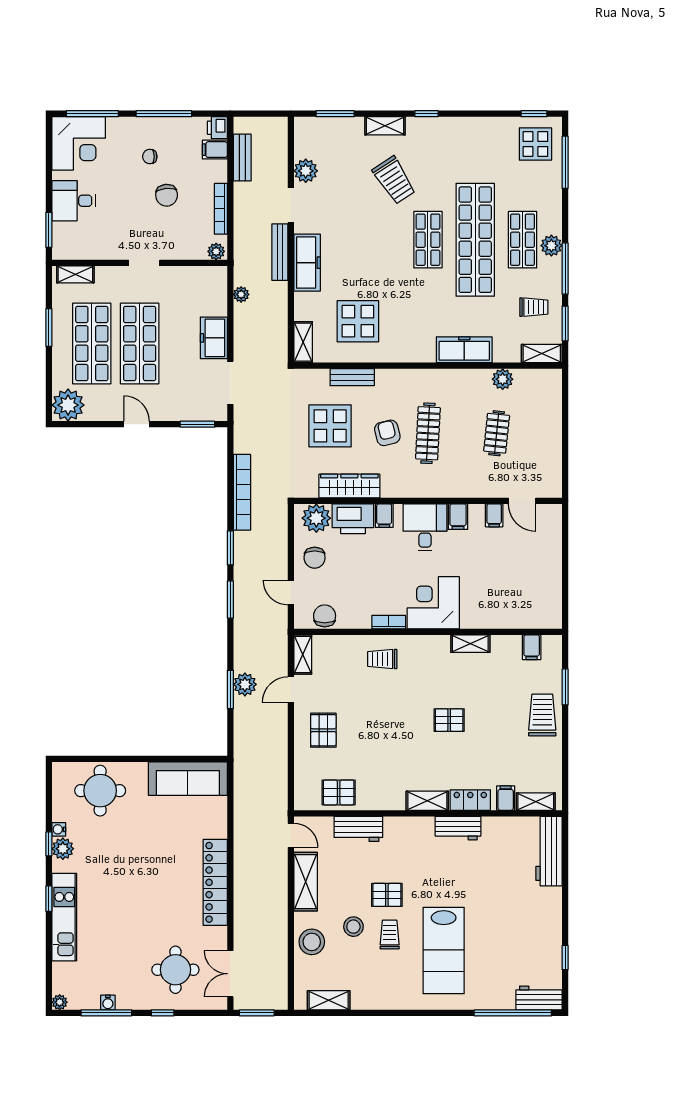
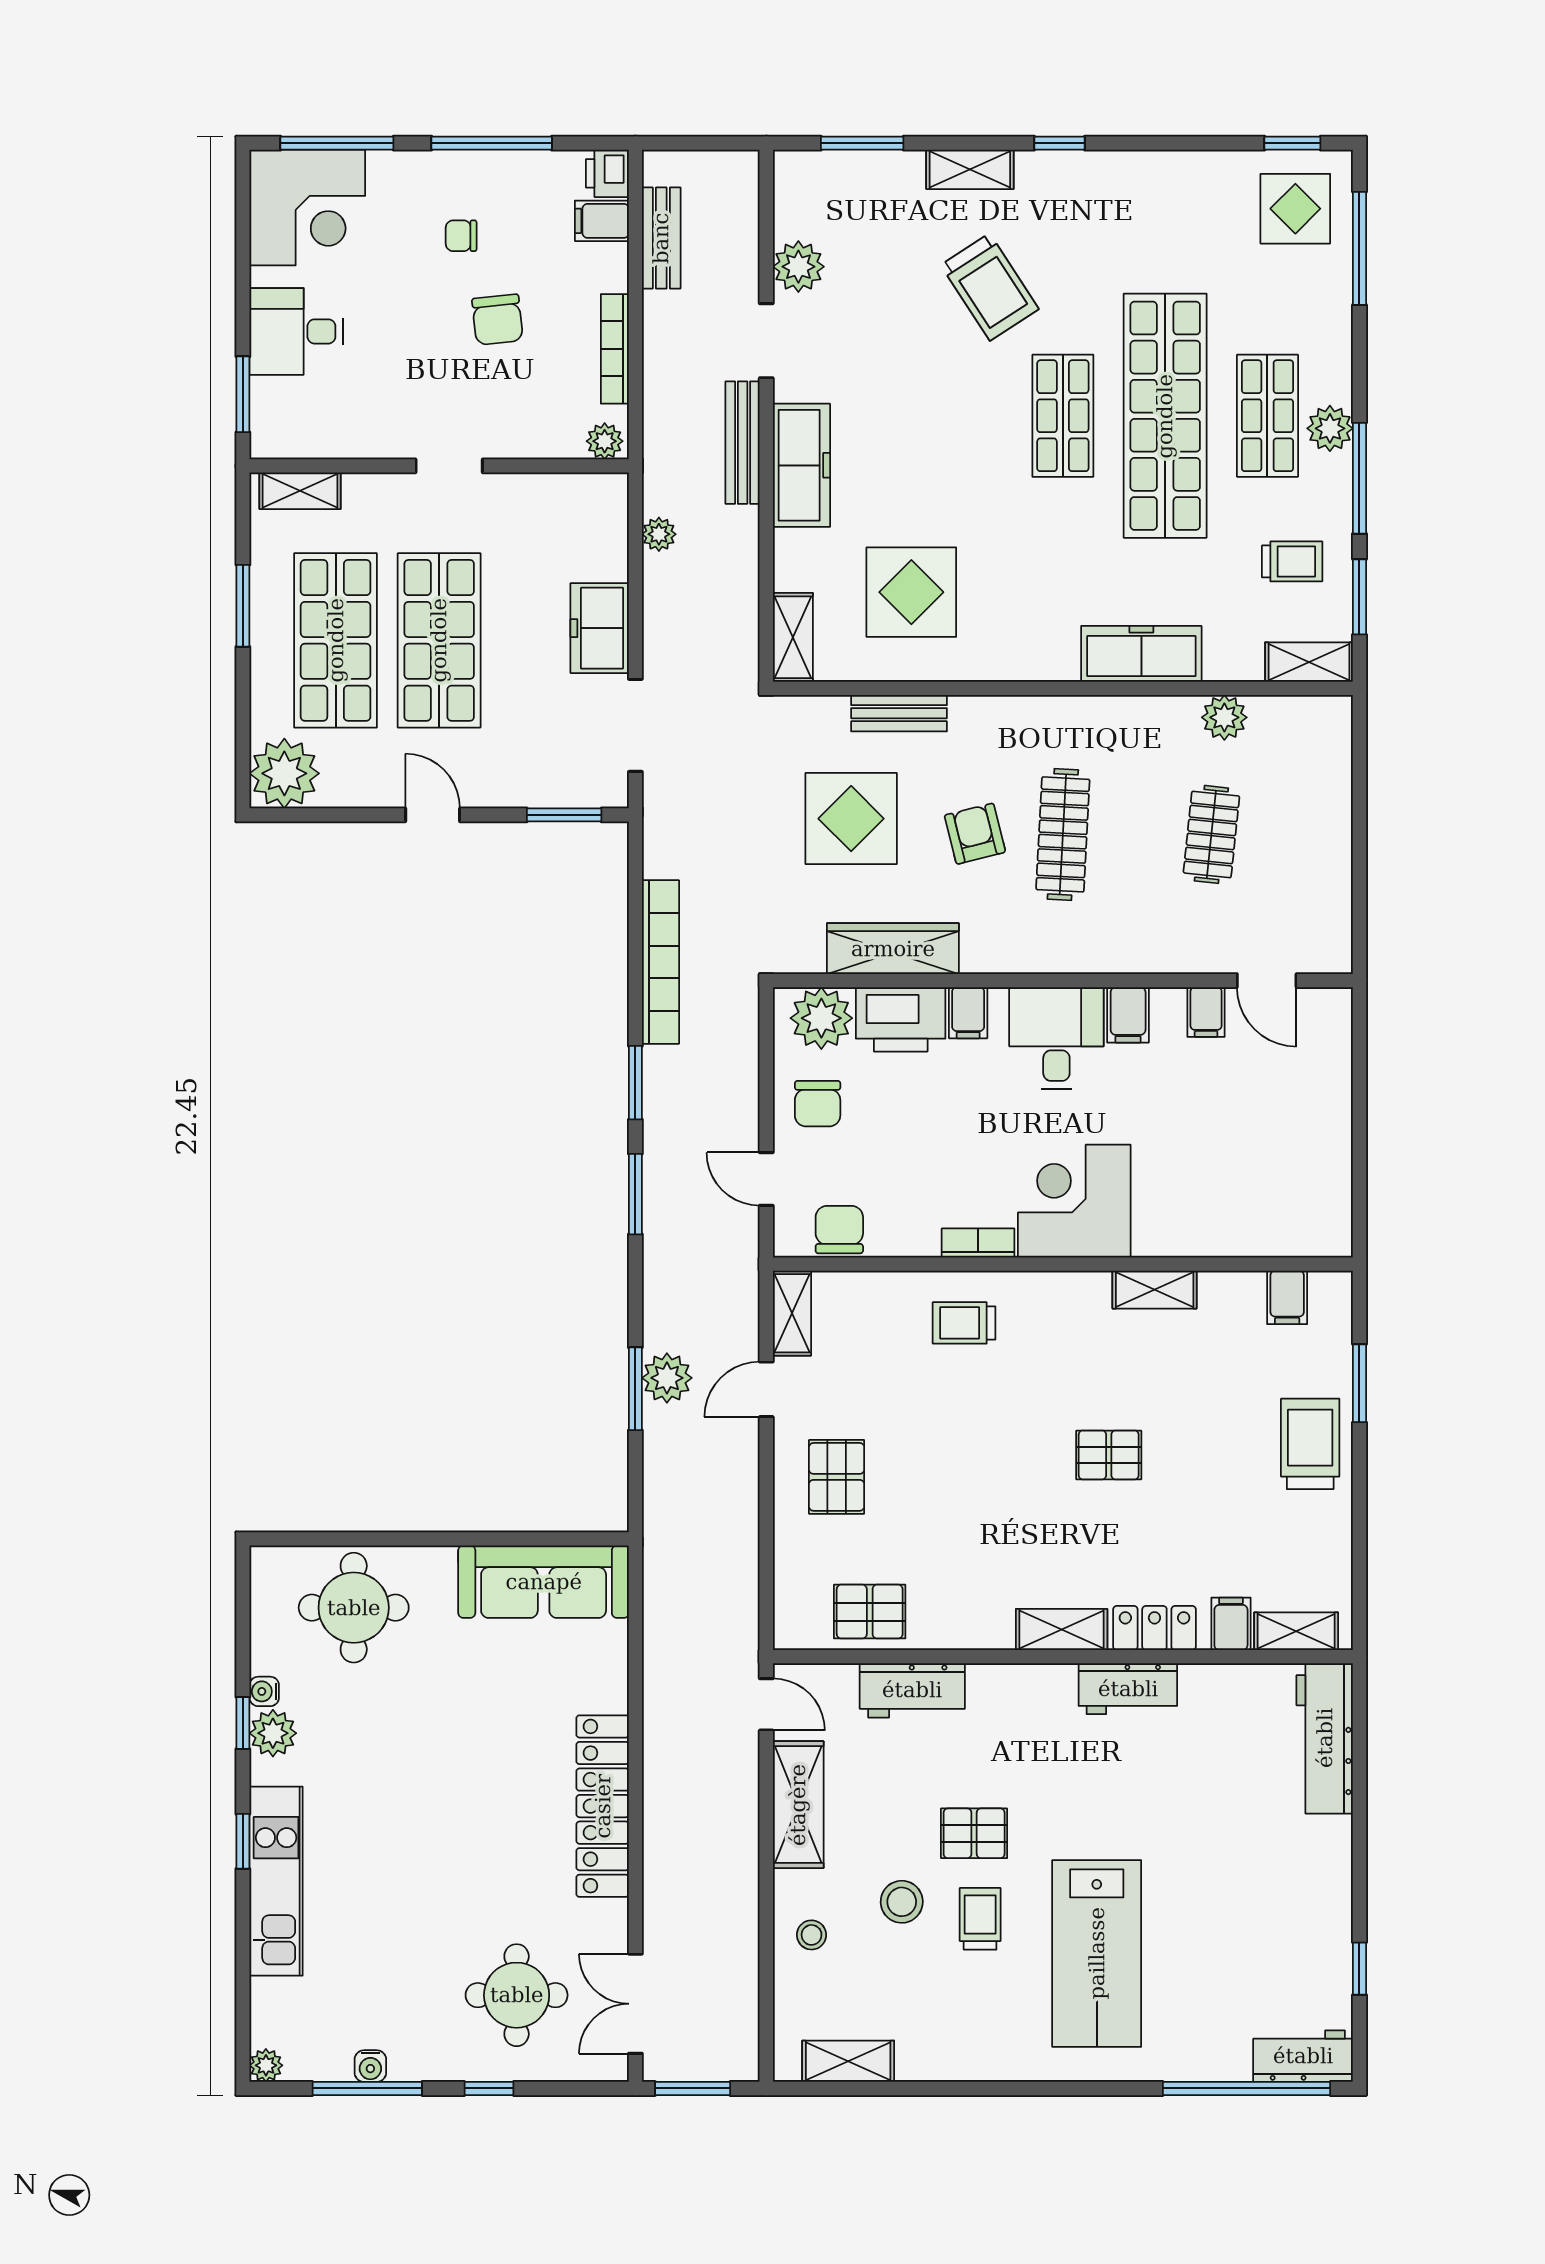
stool: (312, 942) -> (812, 1935), width x0.53, depth x0.53

